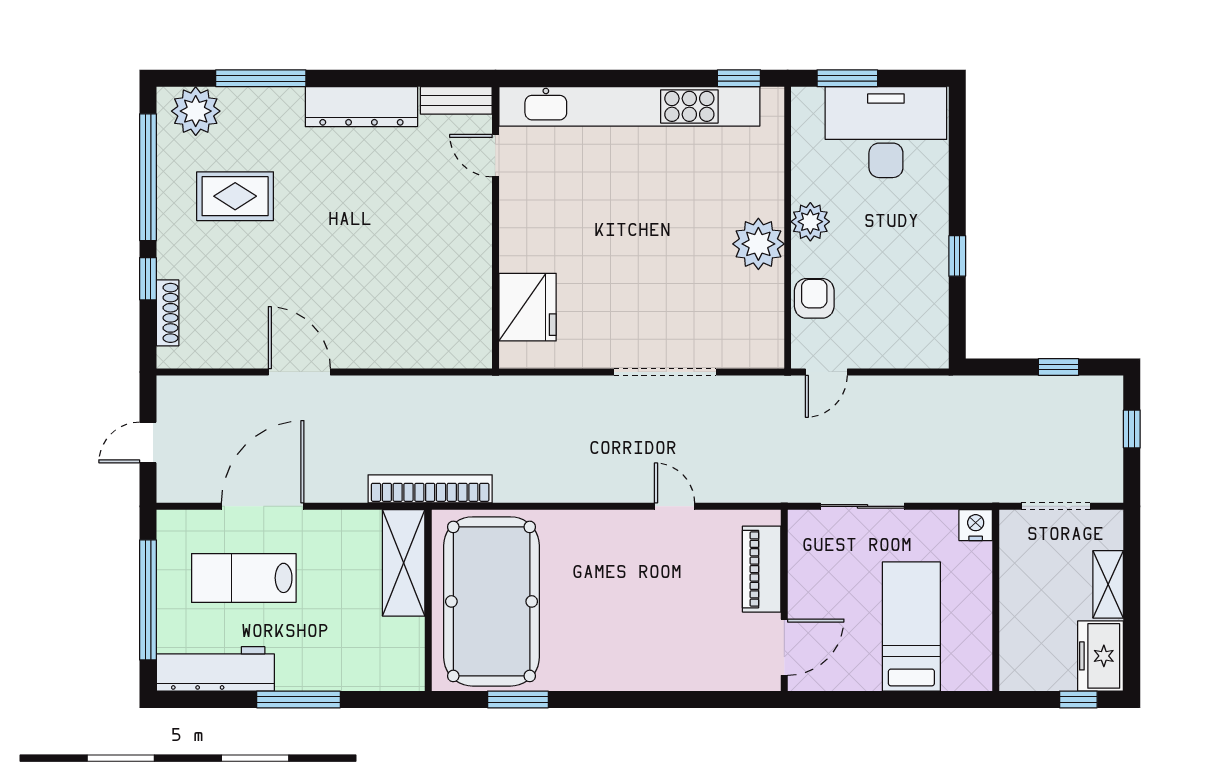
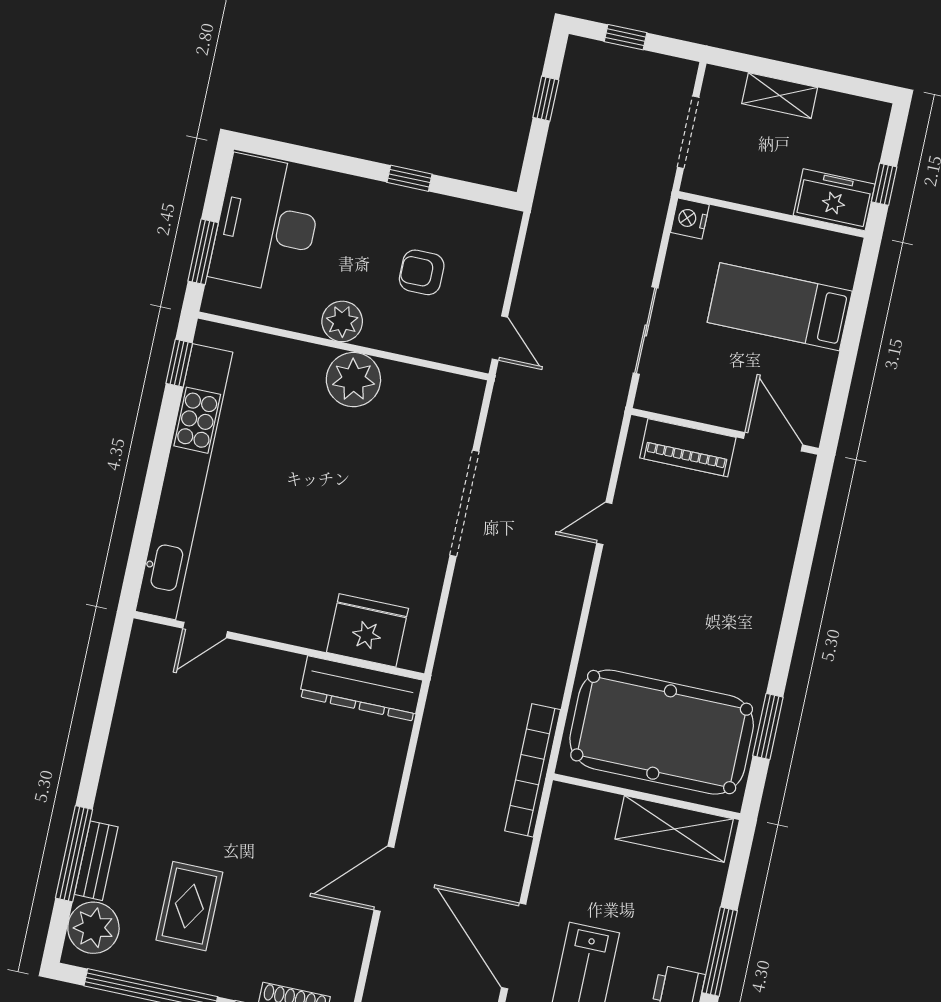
bench: (456, 100) -> (96, 861), moved
dresser: (361, 107) -> (361, 688), moved, turned 90
armchair: (814, 298) -> (422, 272), moved
shelving: (404, 563) -> (674, 829), moved
freezer: (1101, 656) -> (834, 200), moved, turned 180
window: (1078, 699) -> (884, 184), moved

